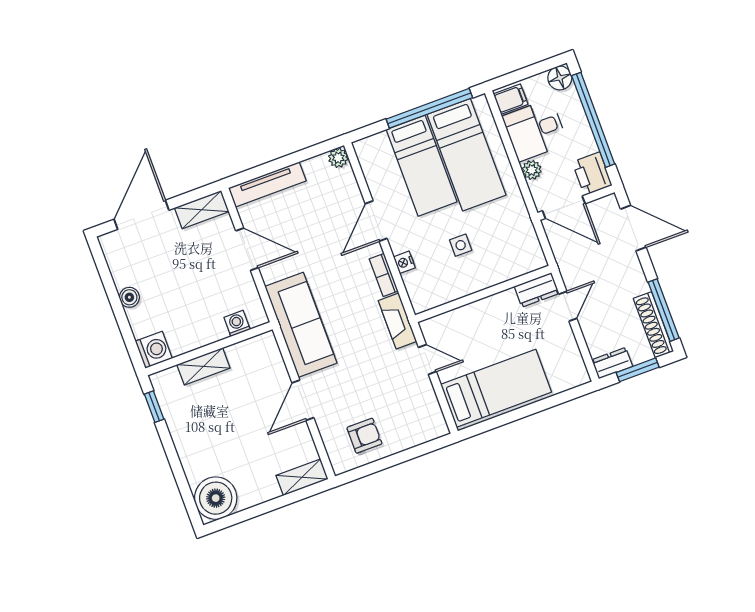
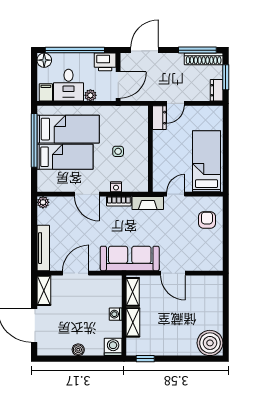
door: (568, 306) -> (175, 103), swing flipped
washing machine: (237, 323) -> (116, 314), moved
armchair: (364, 436) -> (207, 220), moved
shelving: (302, 477) -> (133, 292), moved

